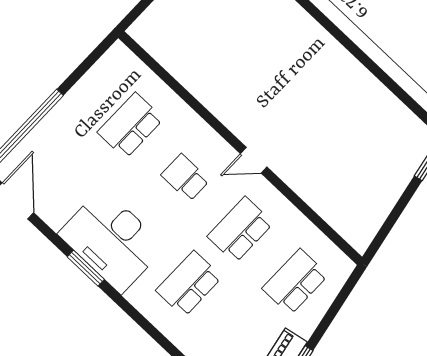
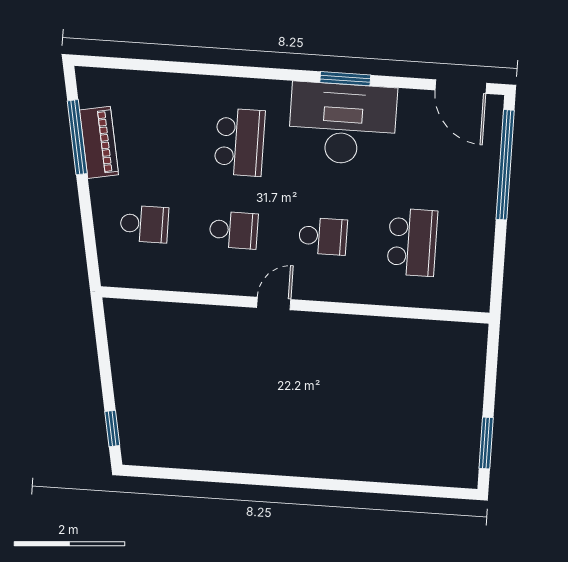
school desk: (240, 230) -> (234, 230), width x0.54
school desk: (295, 282) -> (144, 224), width x0.54

